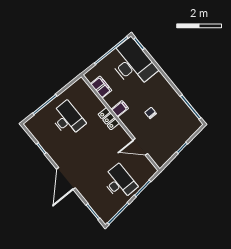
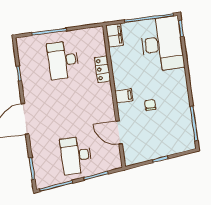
filing cabinet: (101, 87) -> (114, 35), moved
filing cabinet: (120, 109) -> (124, 96), moved
desk: (67, 119) -> (63, 60), turned 180
locker: (109, 119) -> (103, 69), moved
desk: (119, 182) -> (76, 155), turned 180

